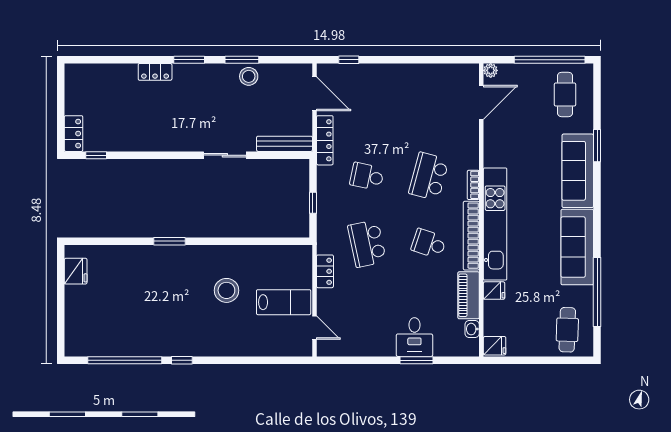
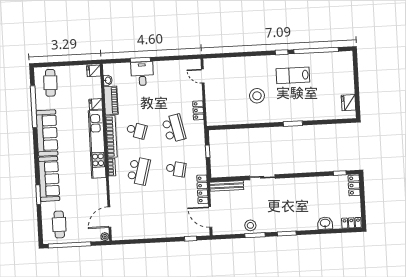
locker: (155, 72) -> (351, 223), moved
washbasin: (125, 74) -> (325, 223), added
lab bench: (284, 302) -> (293, 75), moved

